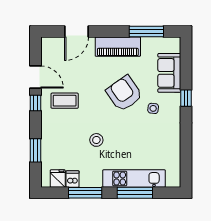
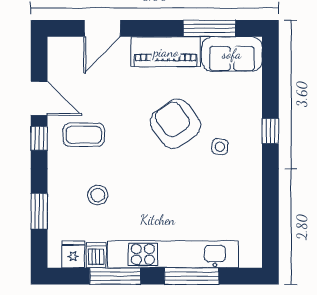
sofa: (169, 73) -> (232, 54), moved, turned -90
stool: (96, 140) -> (98, 195), moved
kitchen unit: (134, 178) -> (173, 254), width x1.36

